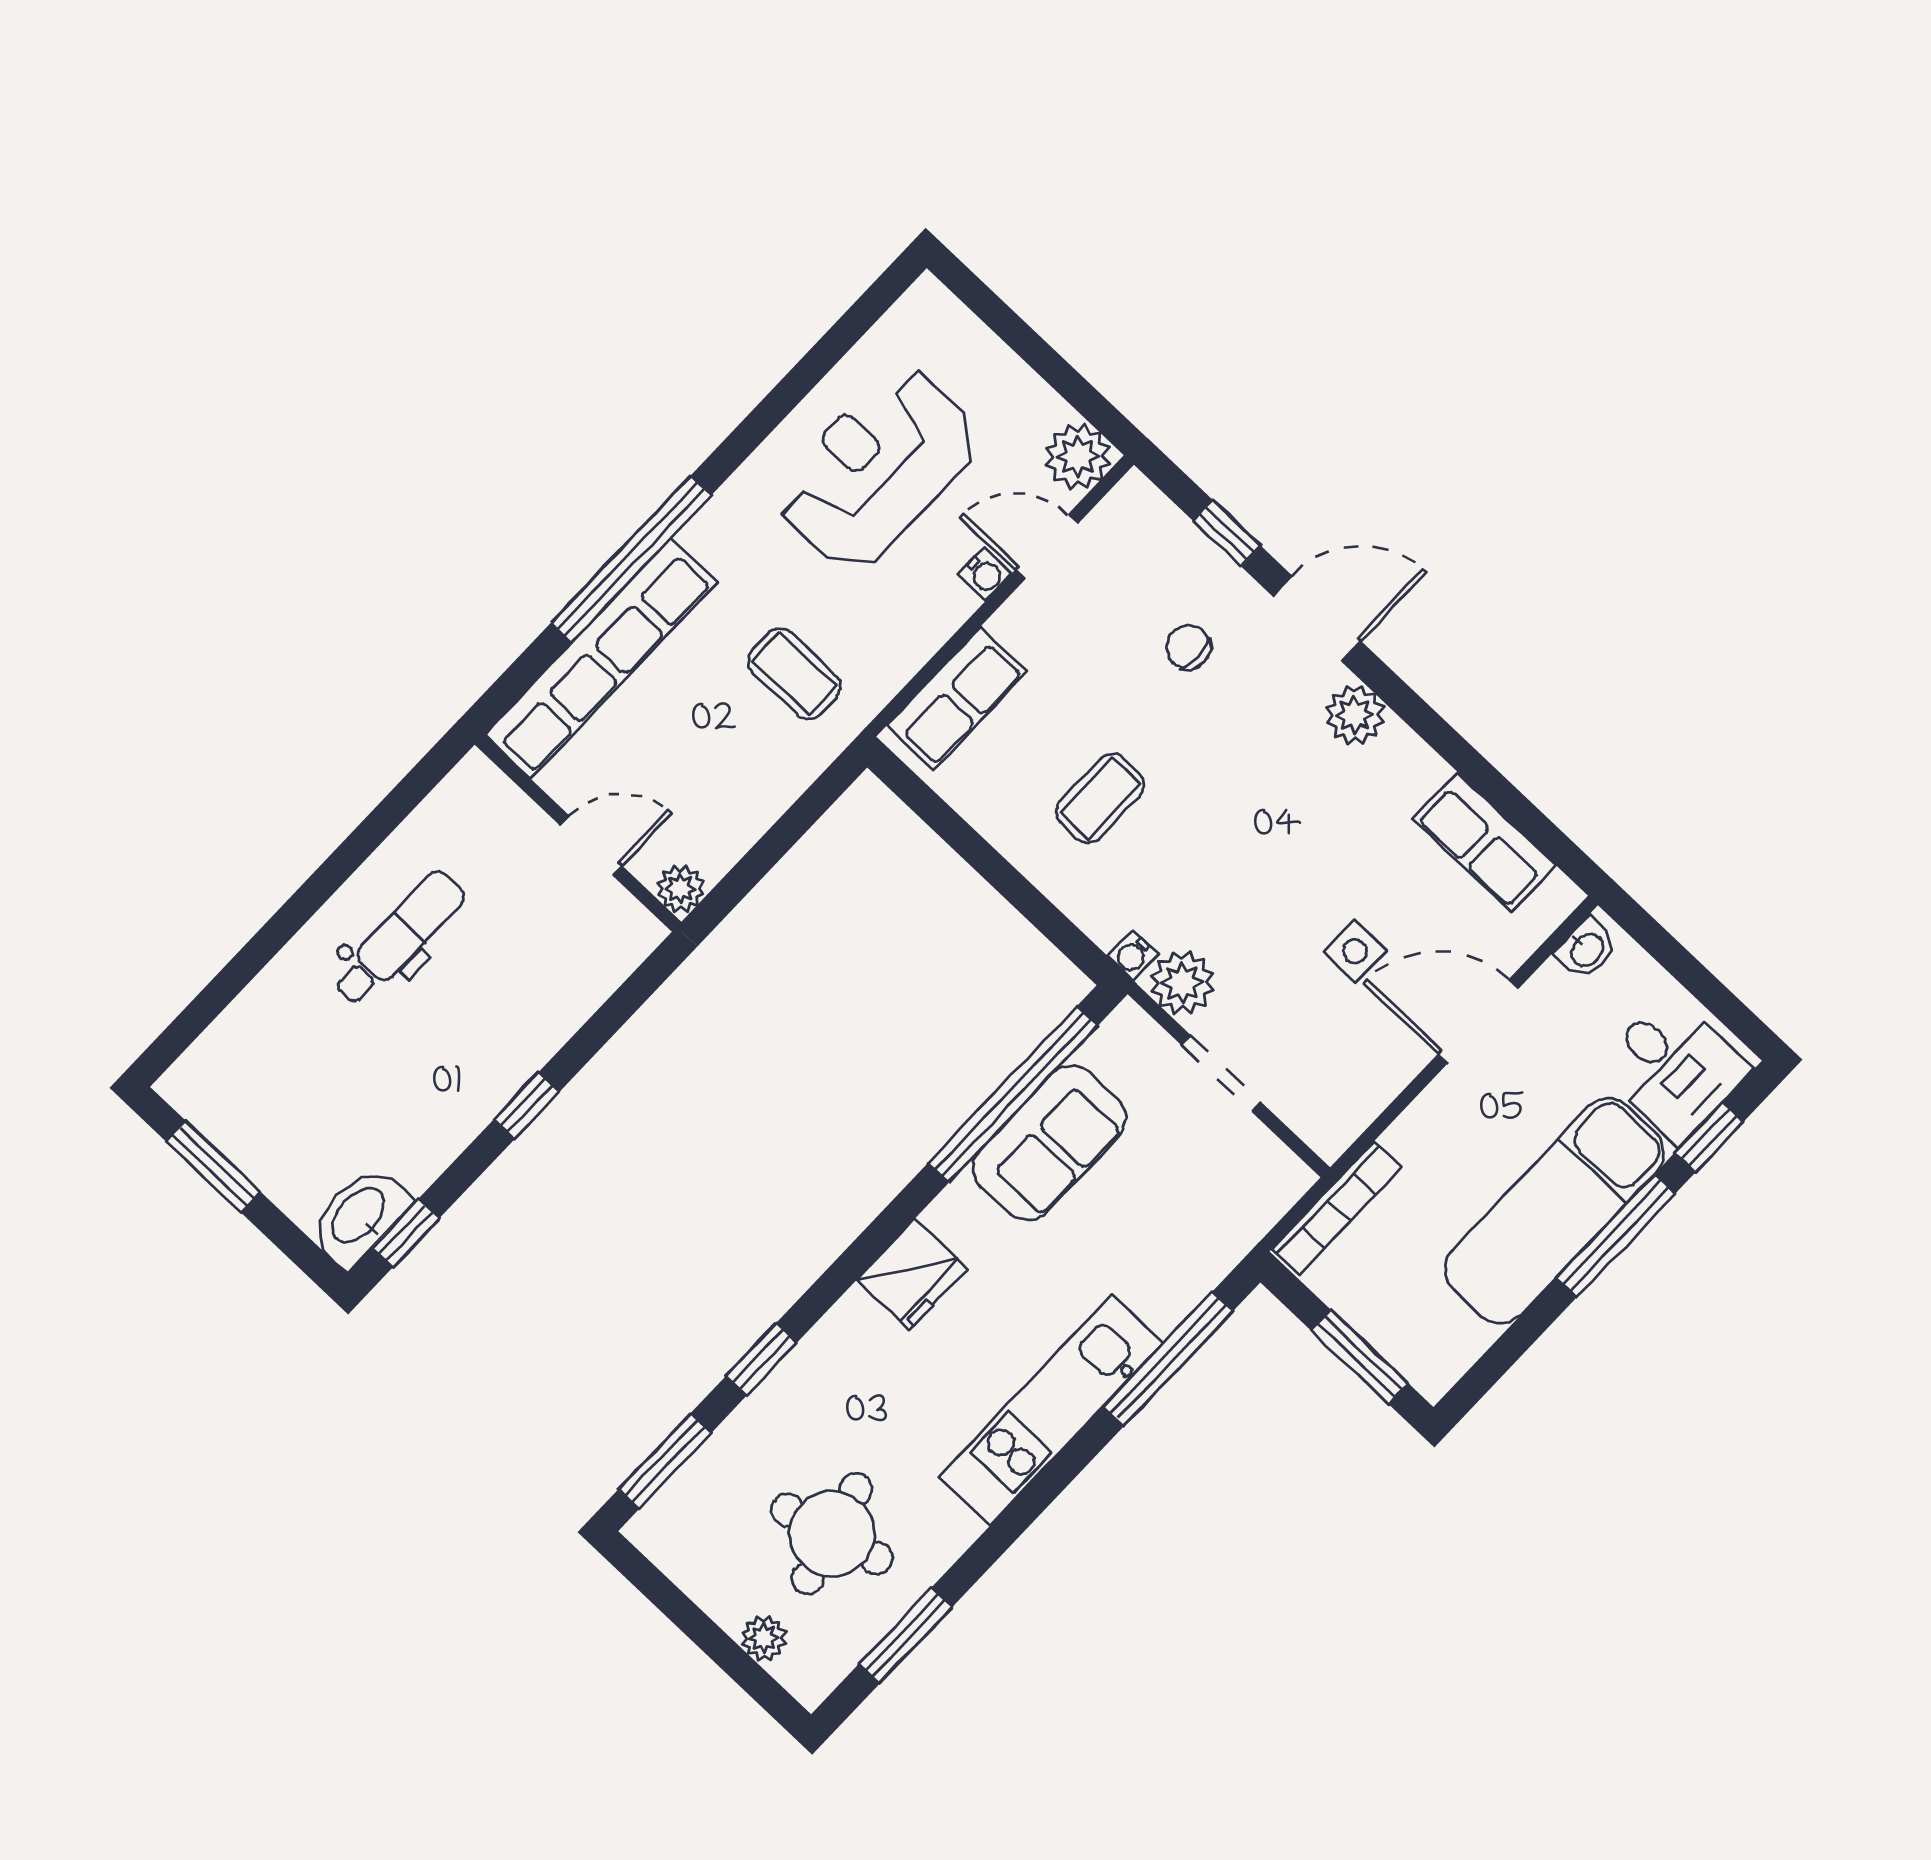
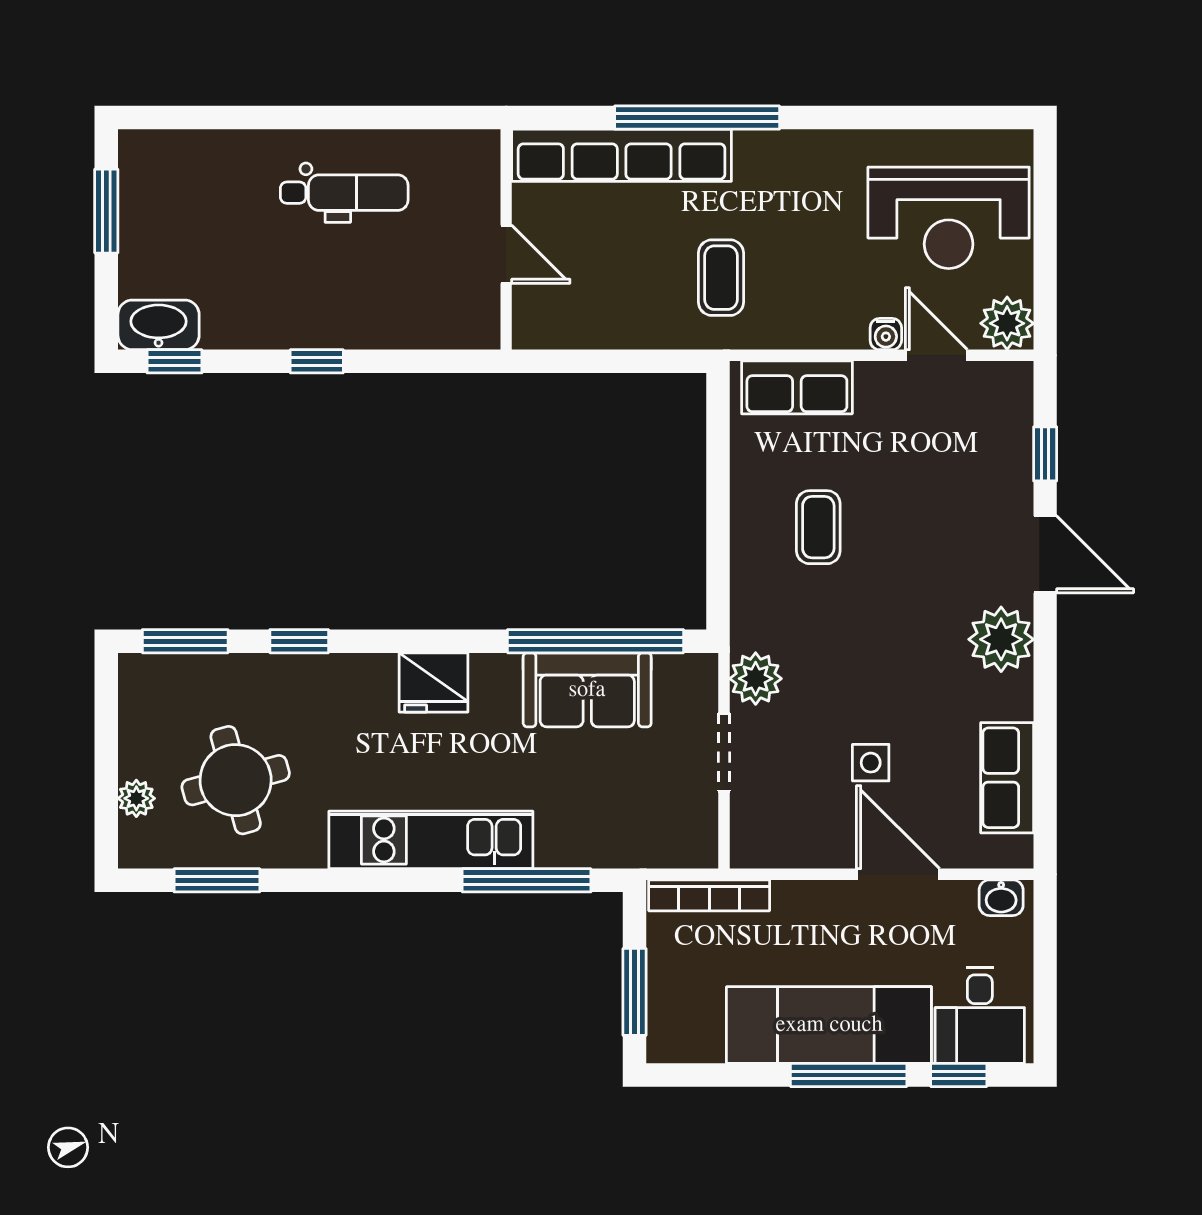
reception desk: (877, 468) -> (949, 218), moved, turned 180
chair: (1188, 647) -> (956, 495), removed
plant: (1355, 715) -> (1001, 639), width x1.36, depth x1.36
coffee table: (1100, 798) -> (818, 527), turned 90
plant: (680, 889) -> (531, 331), removed
water cooler: (1133, 955) -> (744, 634), removed

